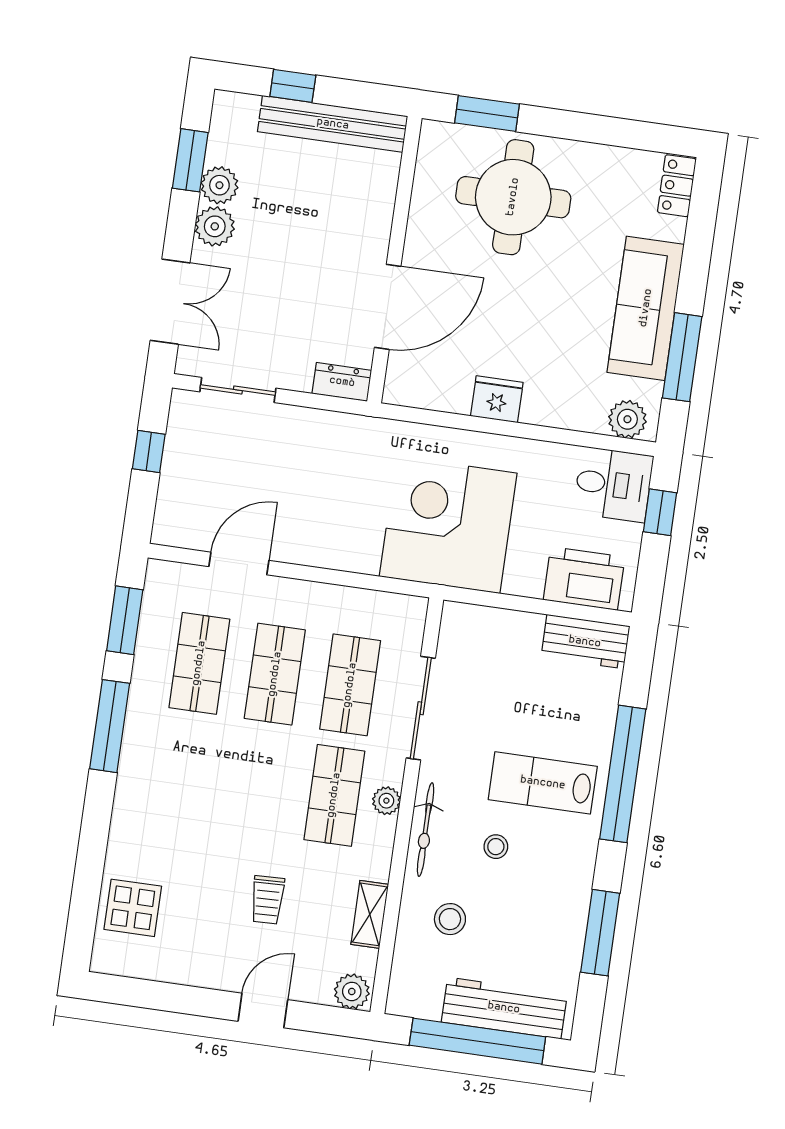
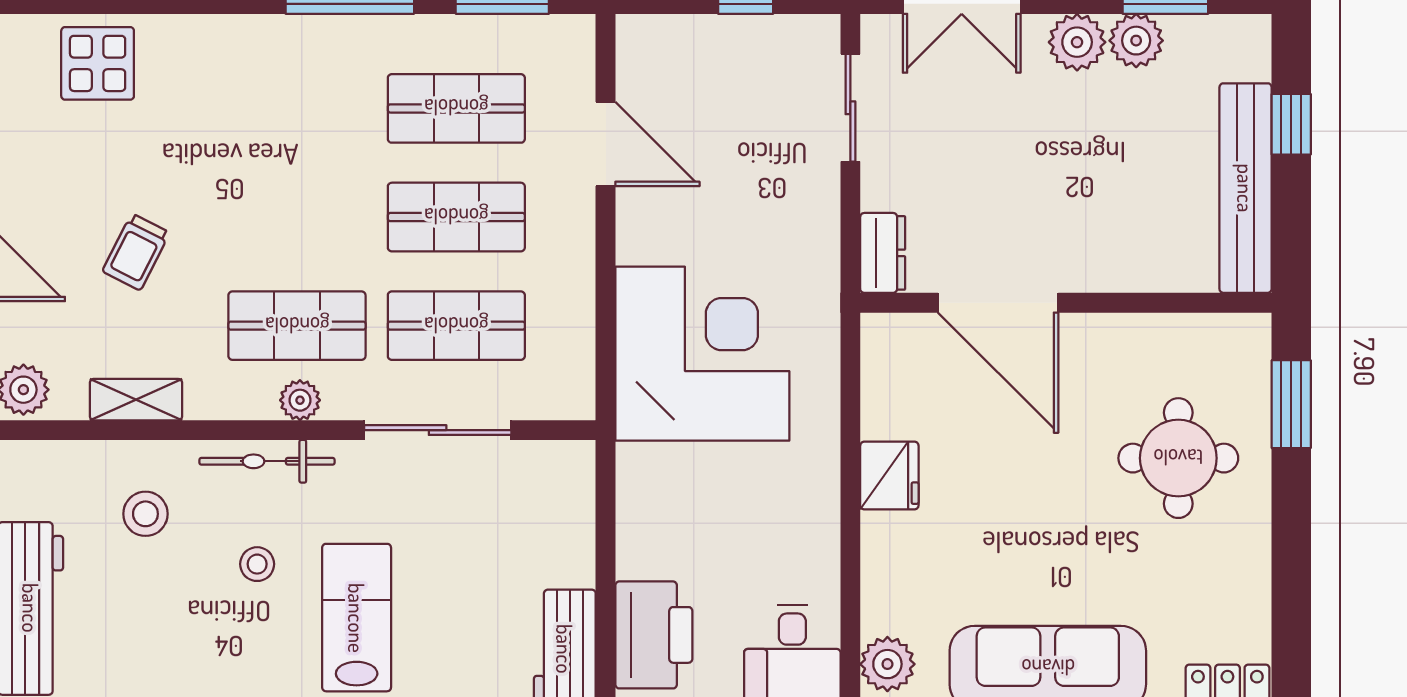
round table: (513, 197) -> (1178, 458), width x0.73, depth x0.73
corner desk: (448, 525) -> (702, 354), moved
trolley: (267, 900) -> (136, 252), turned -61

